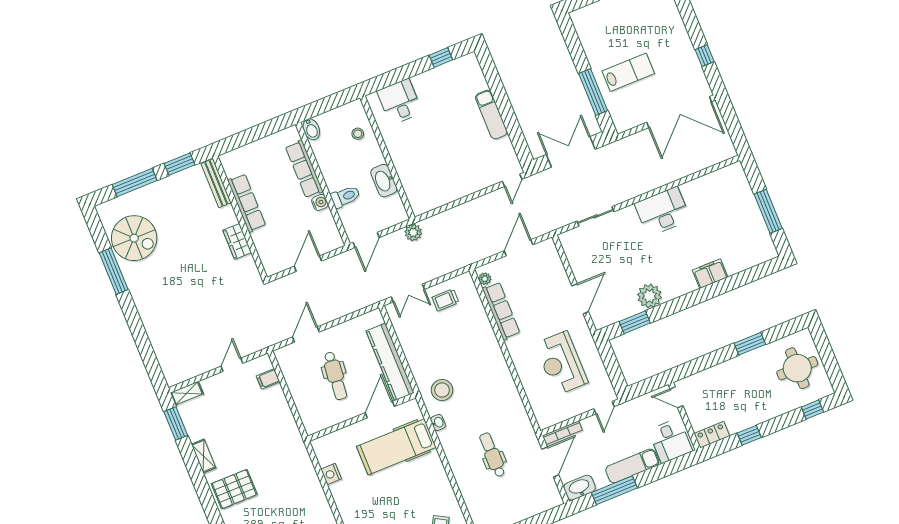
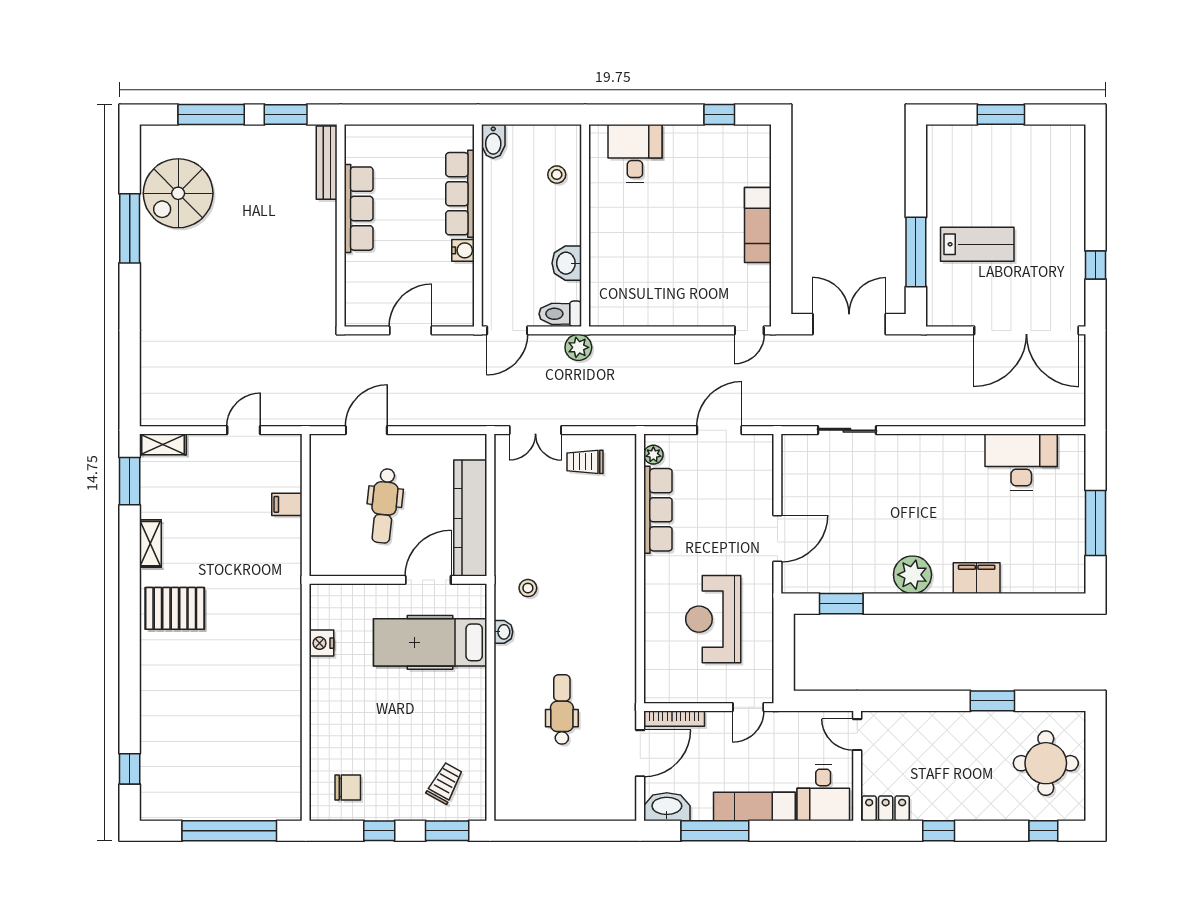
washbasin: (384, 181) -> (567, 263), width x0.72
toilet: (345, 197) -> (560, 314), moved, turned 180
desk: (662, 212) -> (1021, 462), moved
spiral stairs: (134, 238) -> (178, 193), turned 90
wardrobe: (237, 241) -> (323, 258), removed
plant: (649, 296) -> (912, 575), moved
filing cabinet: (268, 379) -> (287, 504), moved
stool: (442, 390) -> (528, 588), width x0.53, depth x0.53

